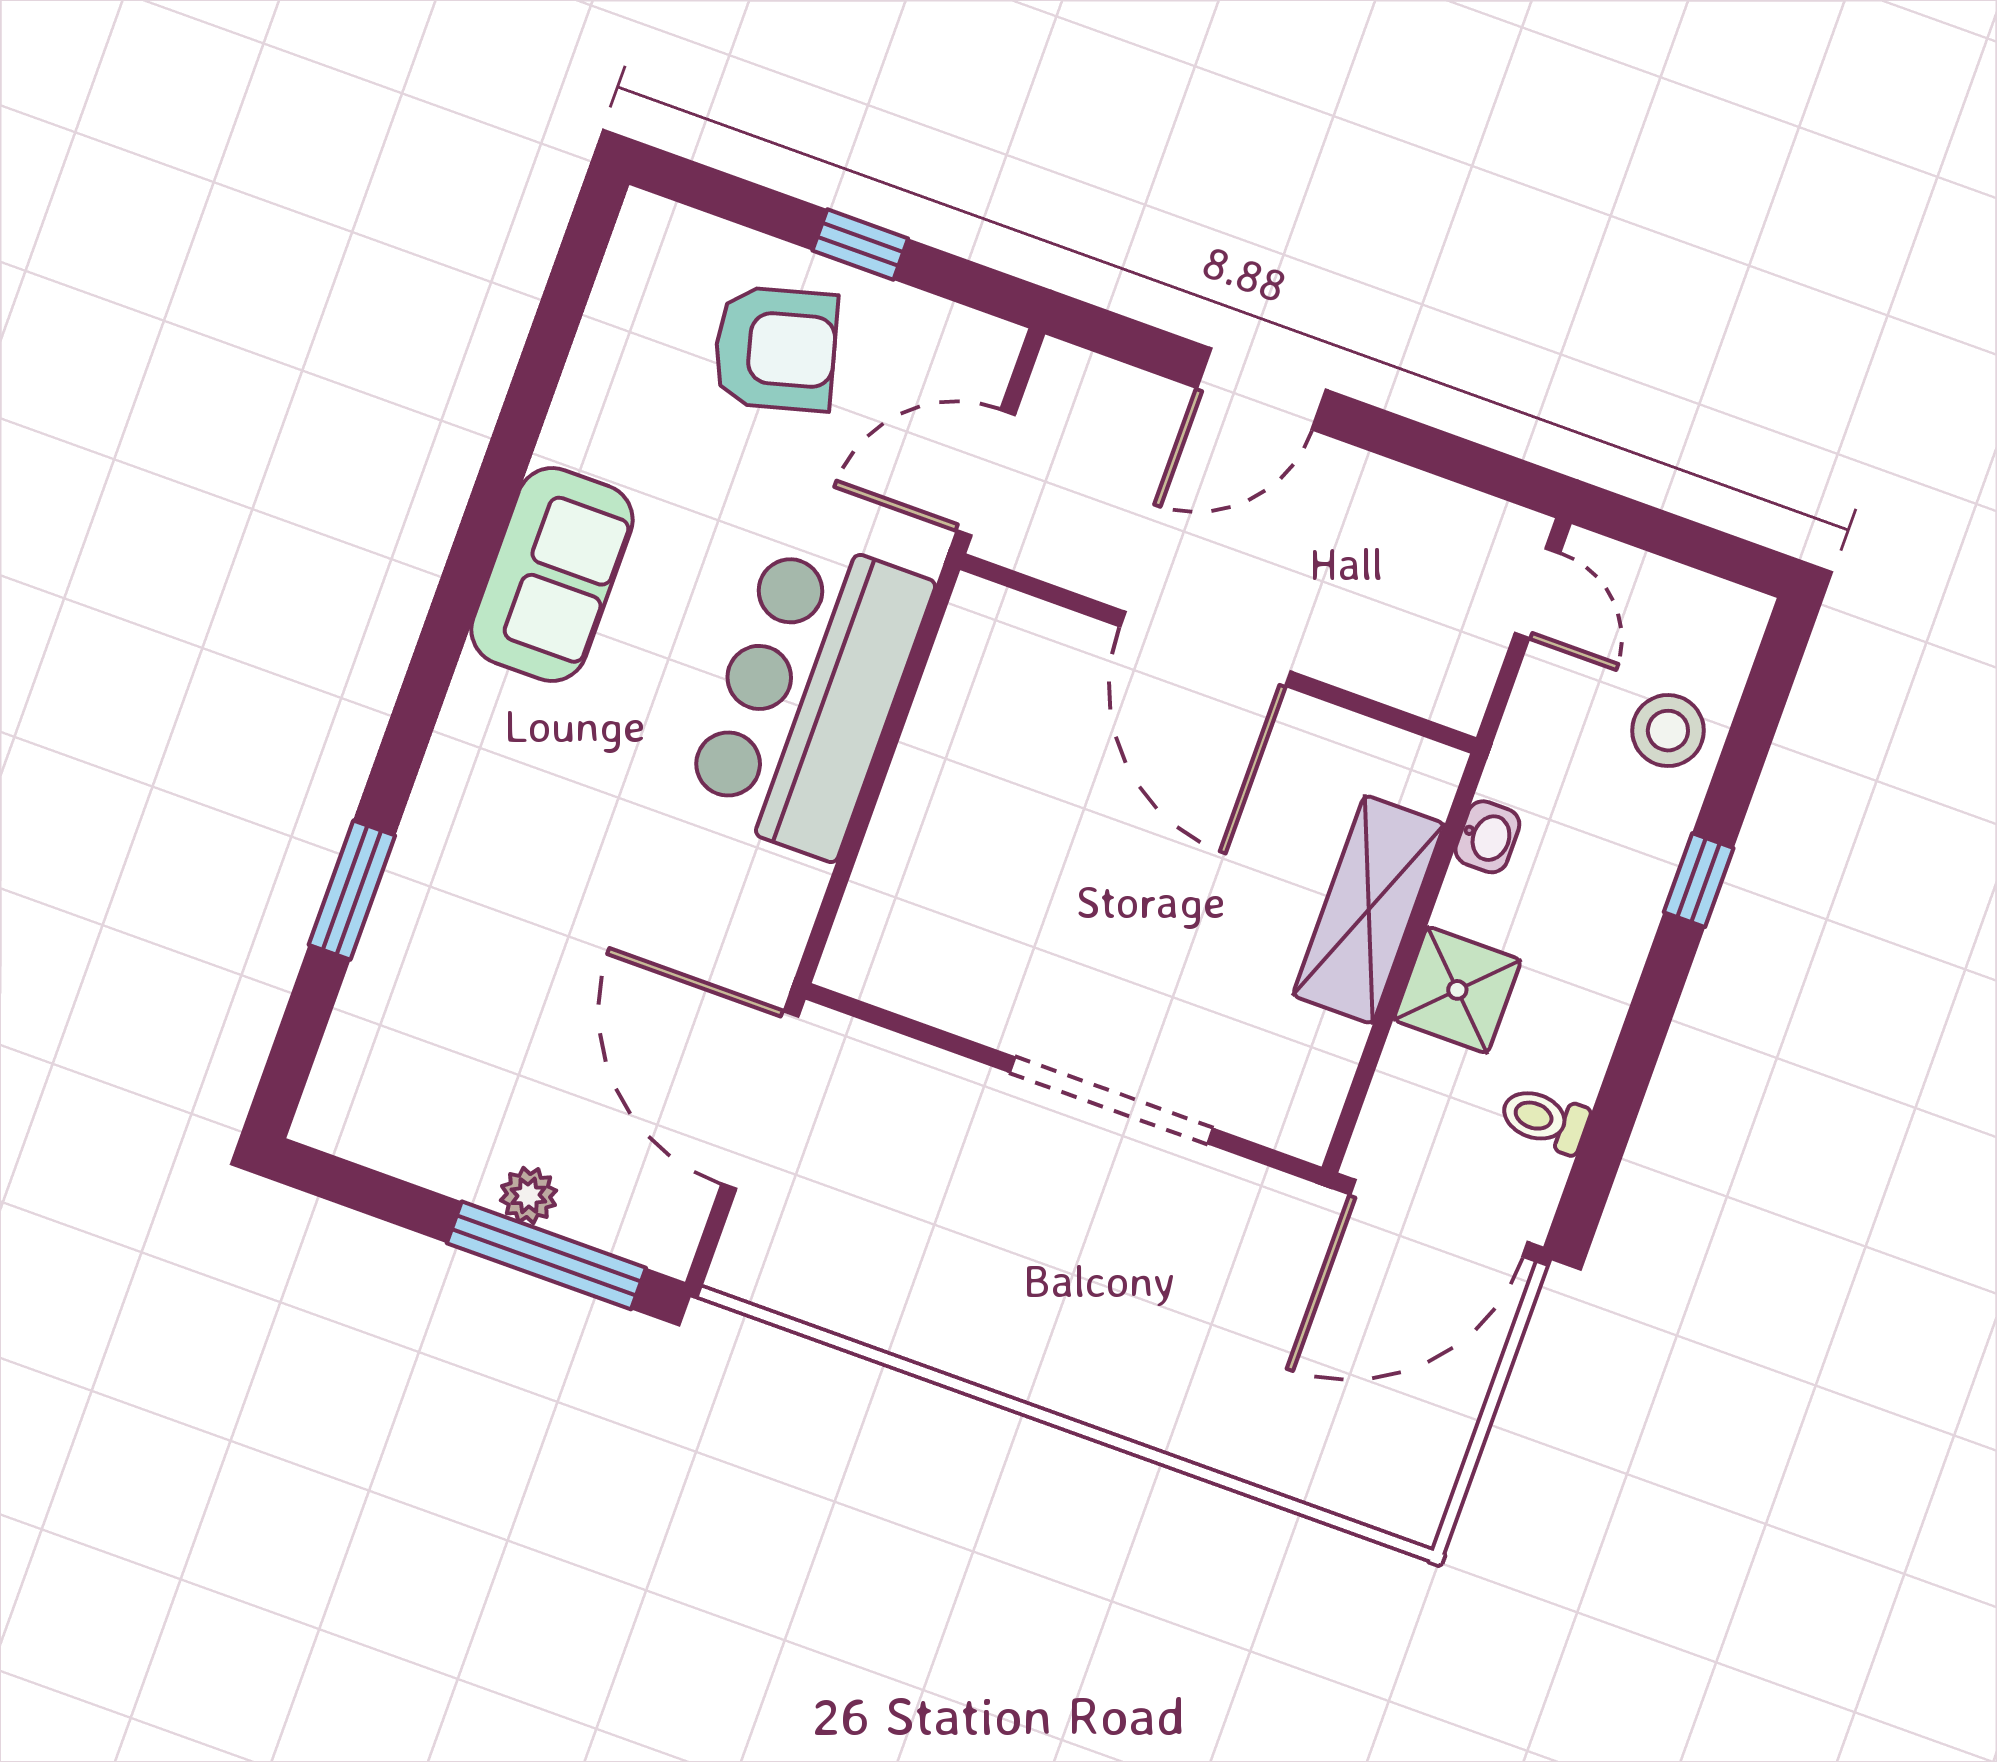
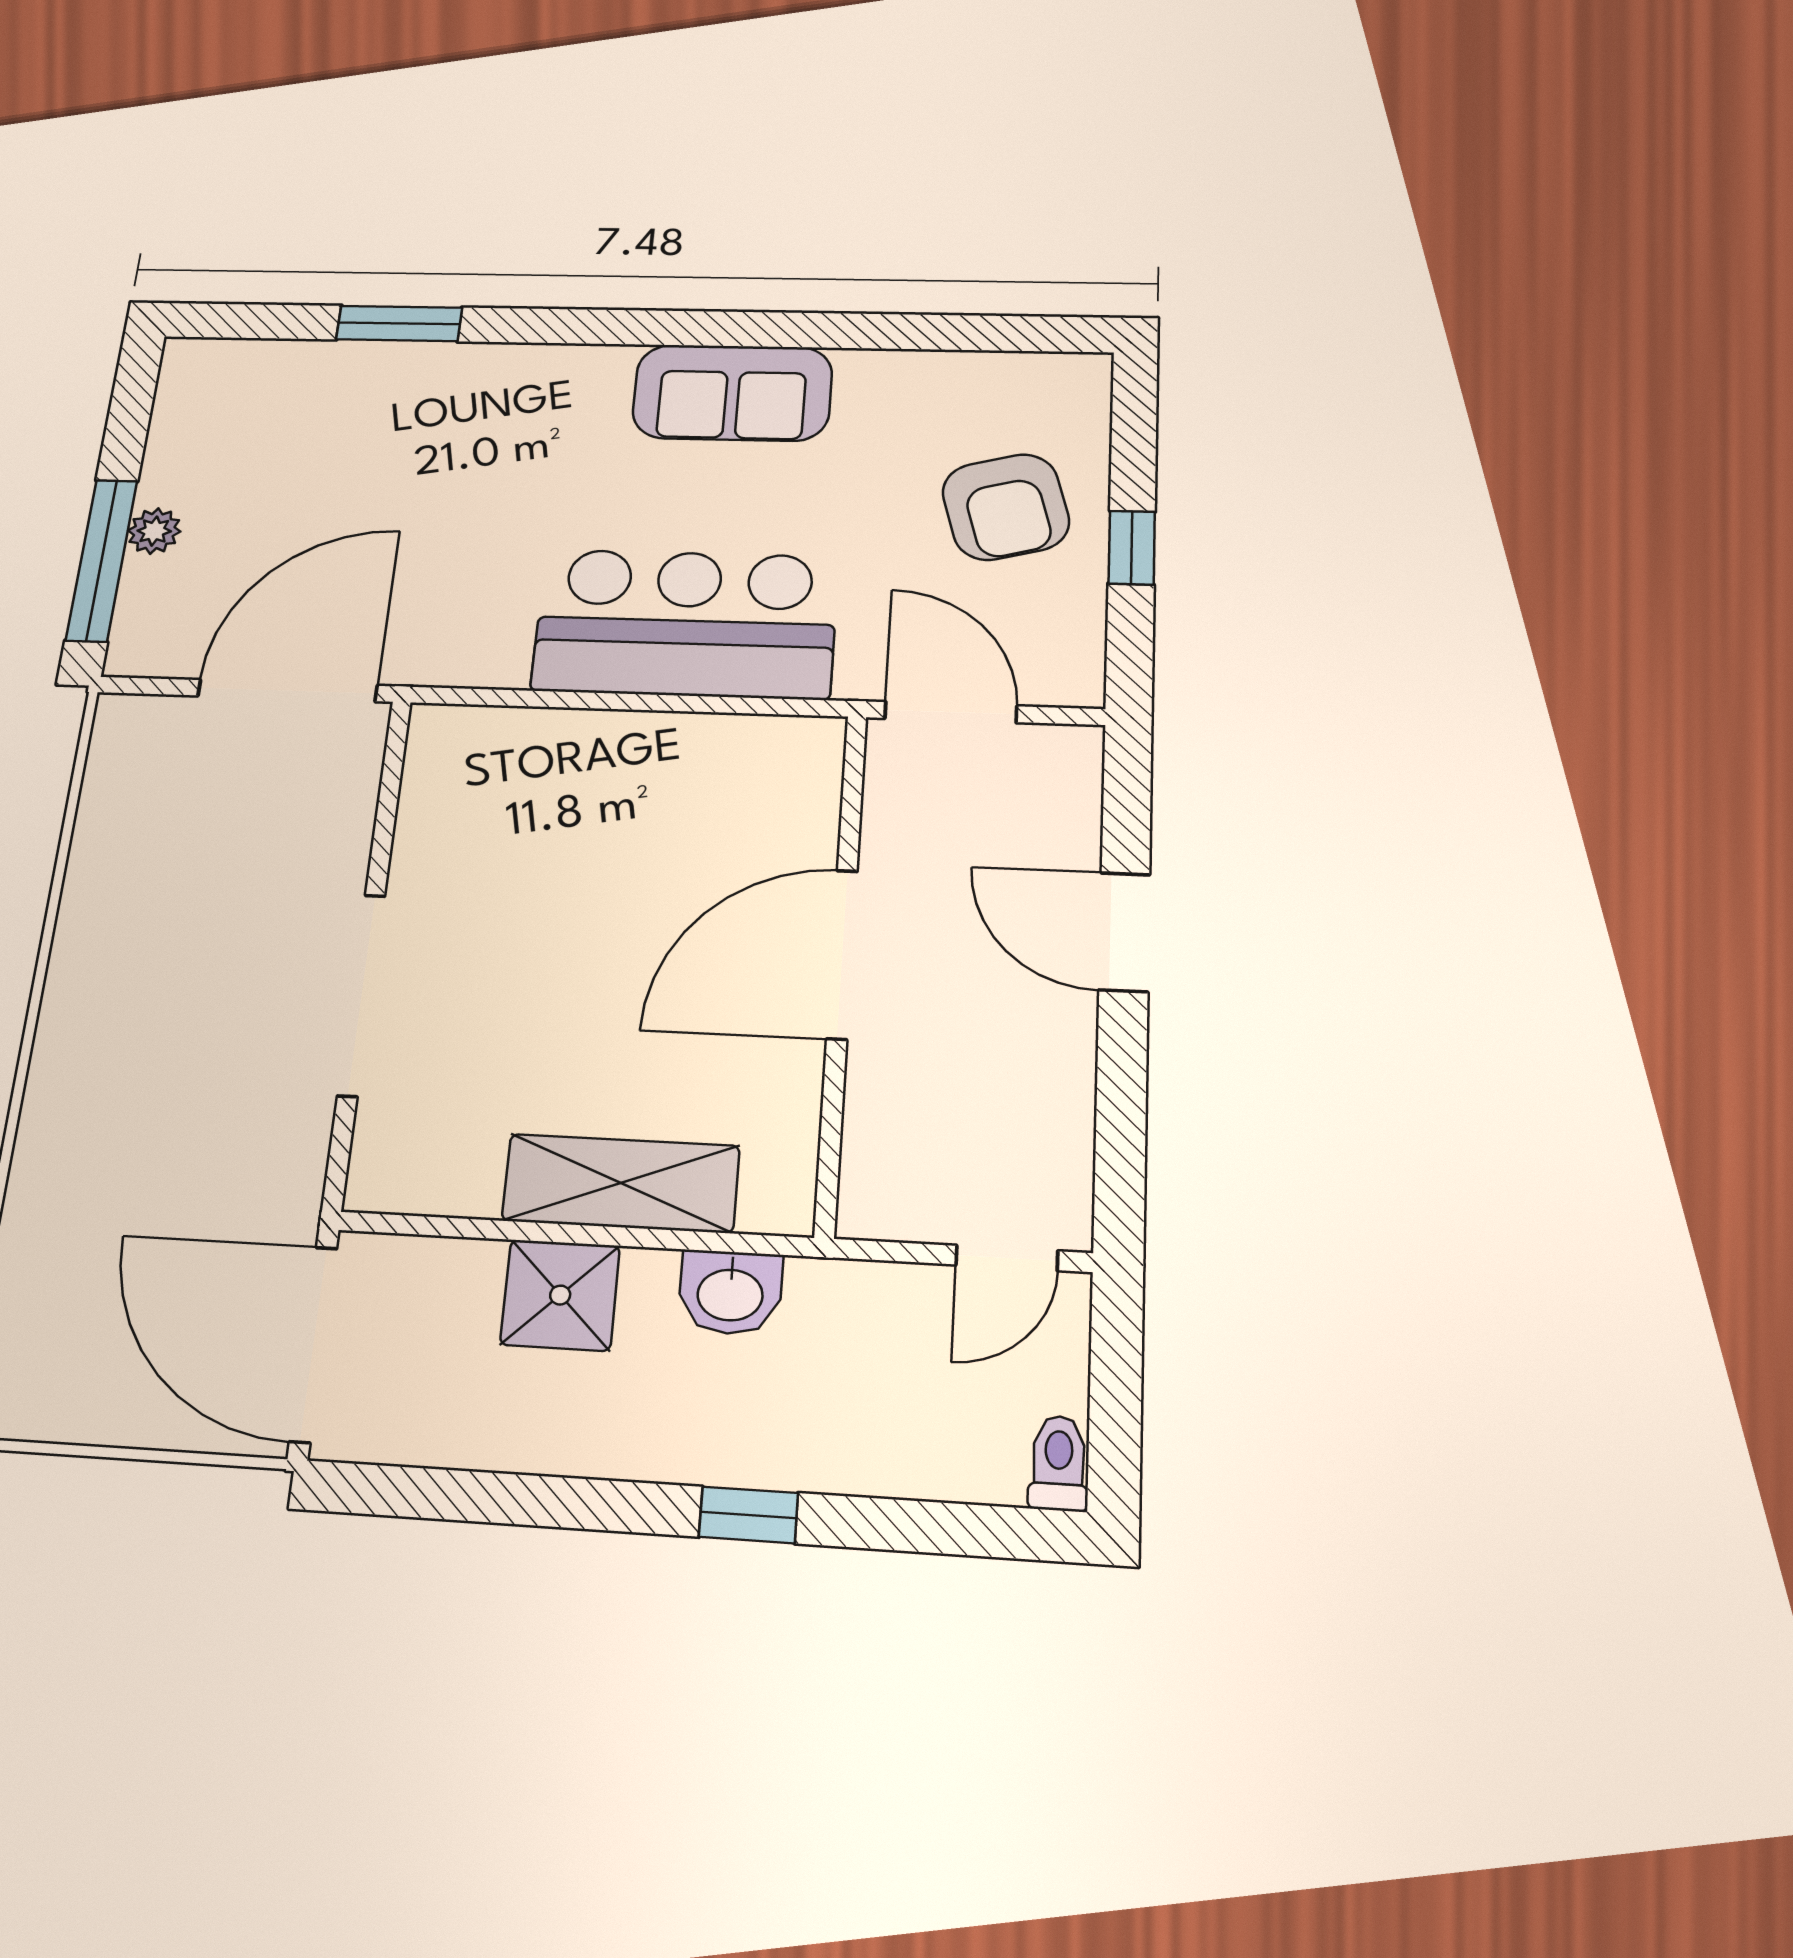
stool: (1668, 731) -> (903, 1436), removed
washbasin: (1487, 837) -> (730, 1293), width x1.38, depth x1.45
toilet: (1545, 1120) -> (1059, 1463), moved

